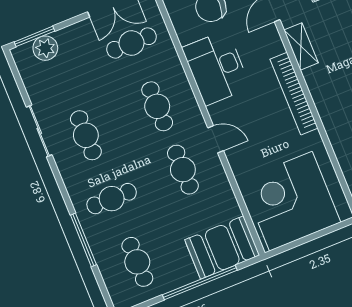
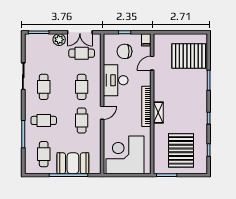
shelving: (301, 46) -> (158, 112), moved
plant: (45, 48) -> (59, 40), moved
door: (216, 139) -> (102, 113), hinge flipped
booth: (222, 247) -> (73, 163), moved

